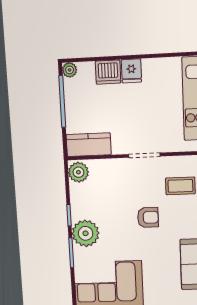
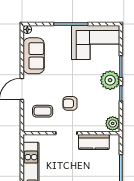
kitchen counter: (89, 145) -> (94, 142), moved
armchair: (148, 217) -> (70, 103), moved

